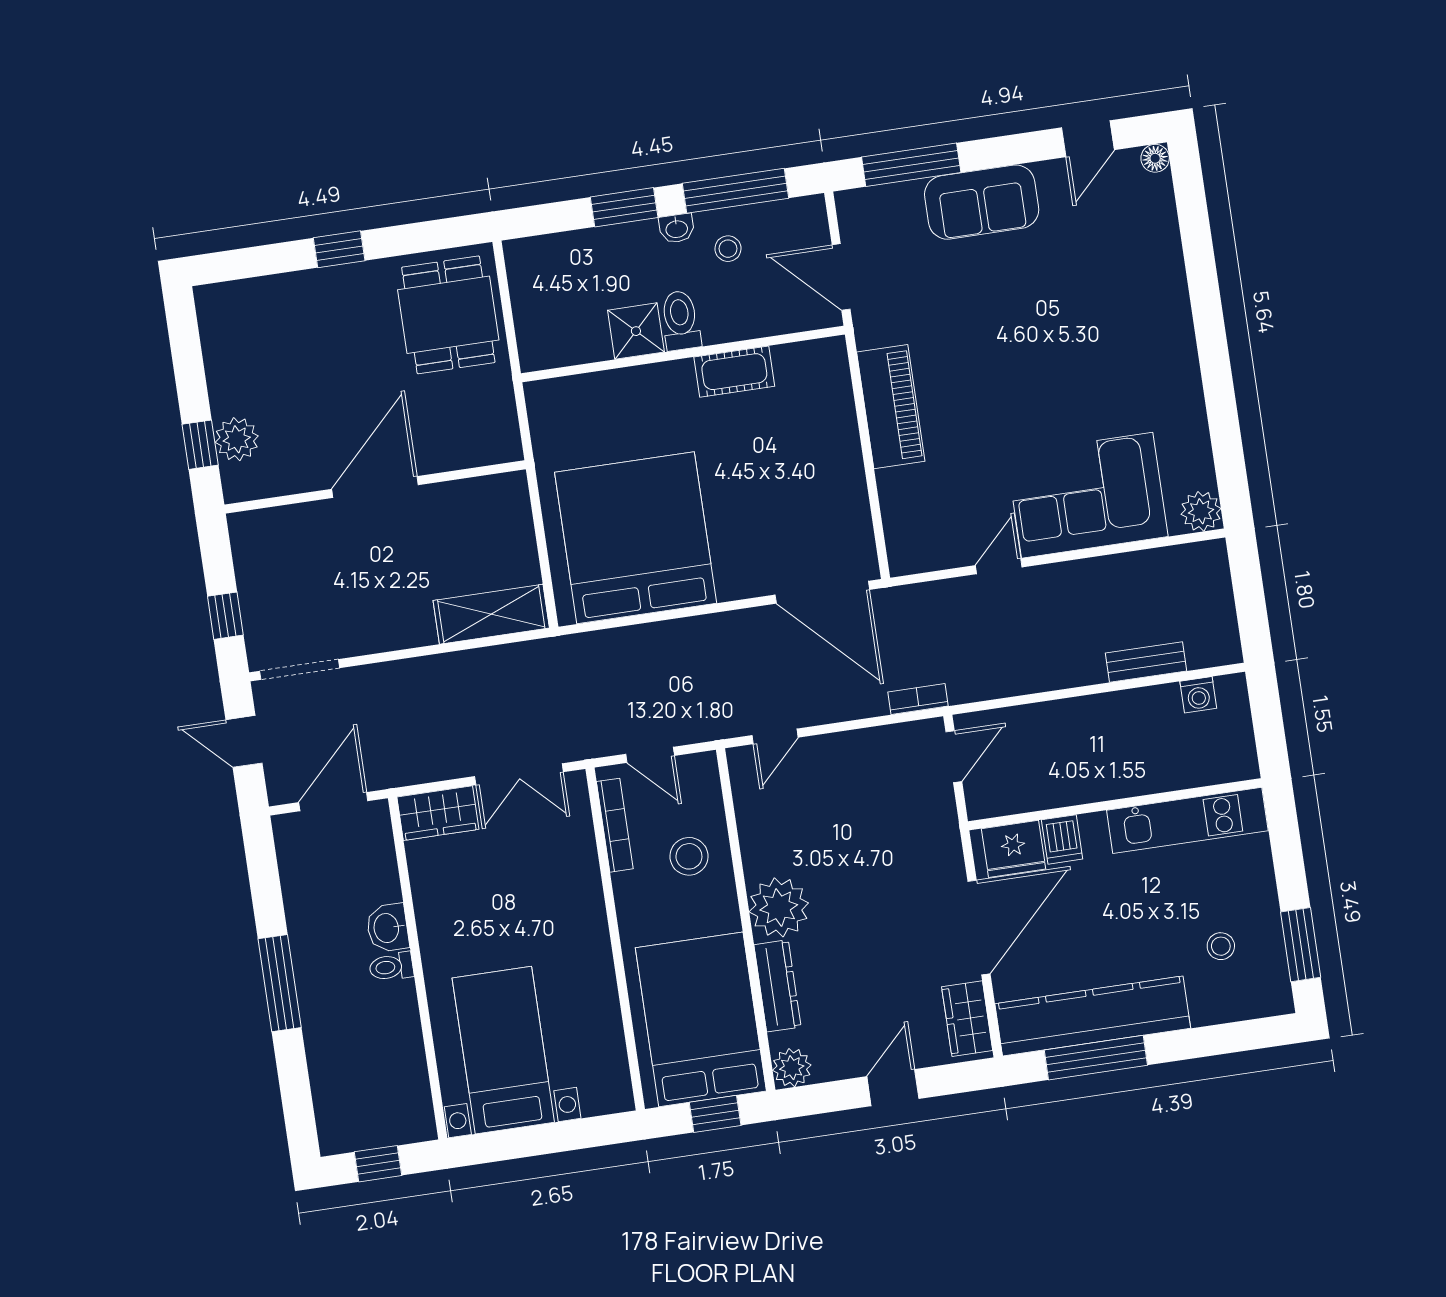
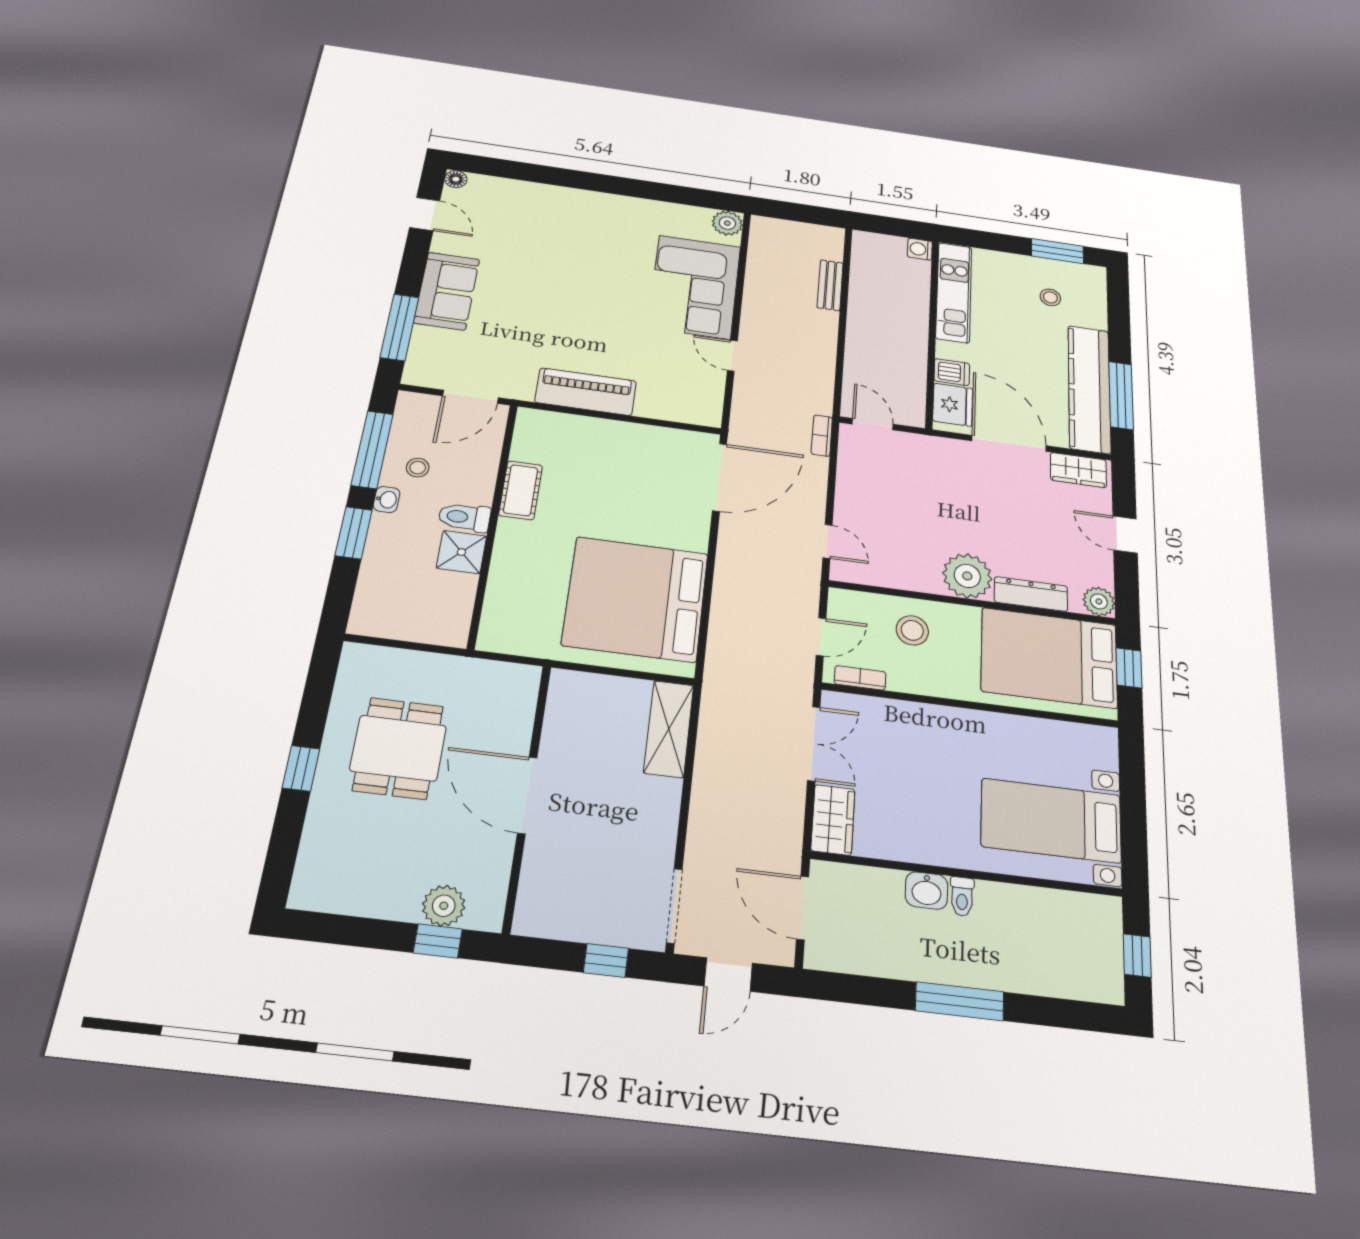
dining table: (448, 315) -> (398, 748), moved, turned 90
washing machine: (1198, 695) -> (920, 249), moved, turned 180
bookcase: (615, 825) -> (860, 678), width x0.64

